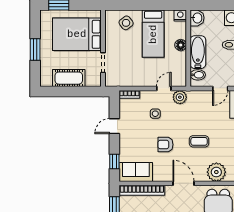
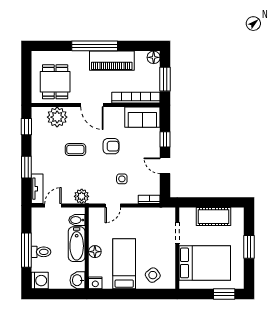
plant: (180, 97) -> (82, 196), moved
door: (114, 126) -> (165, 166), swing flipped
window: (114, 161) -> (165, 139), moved

